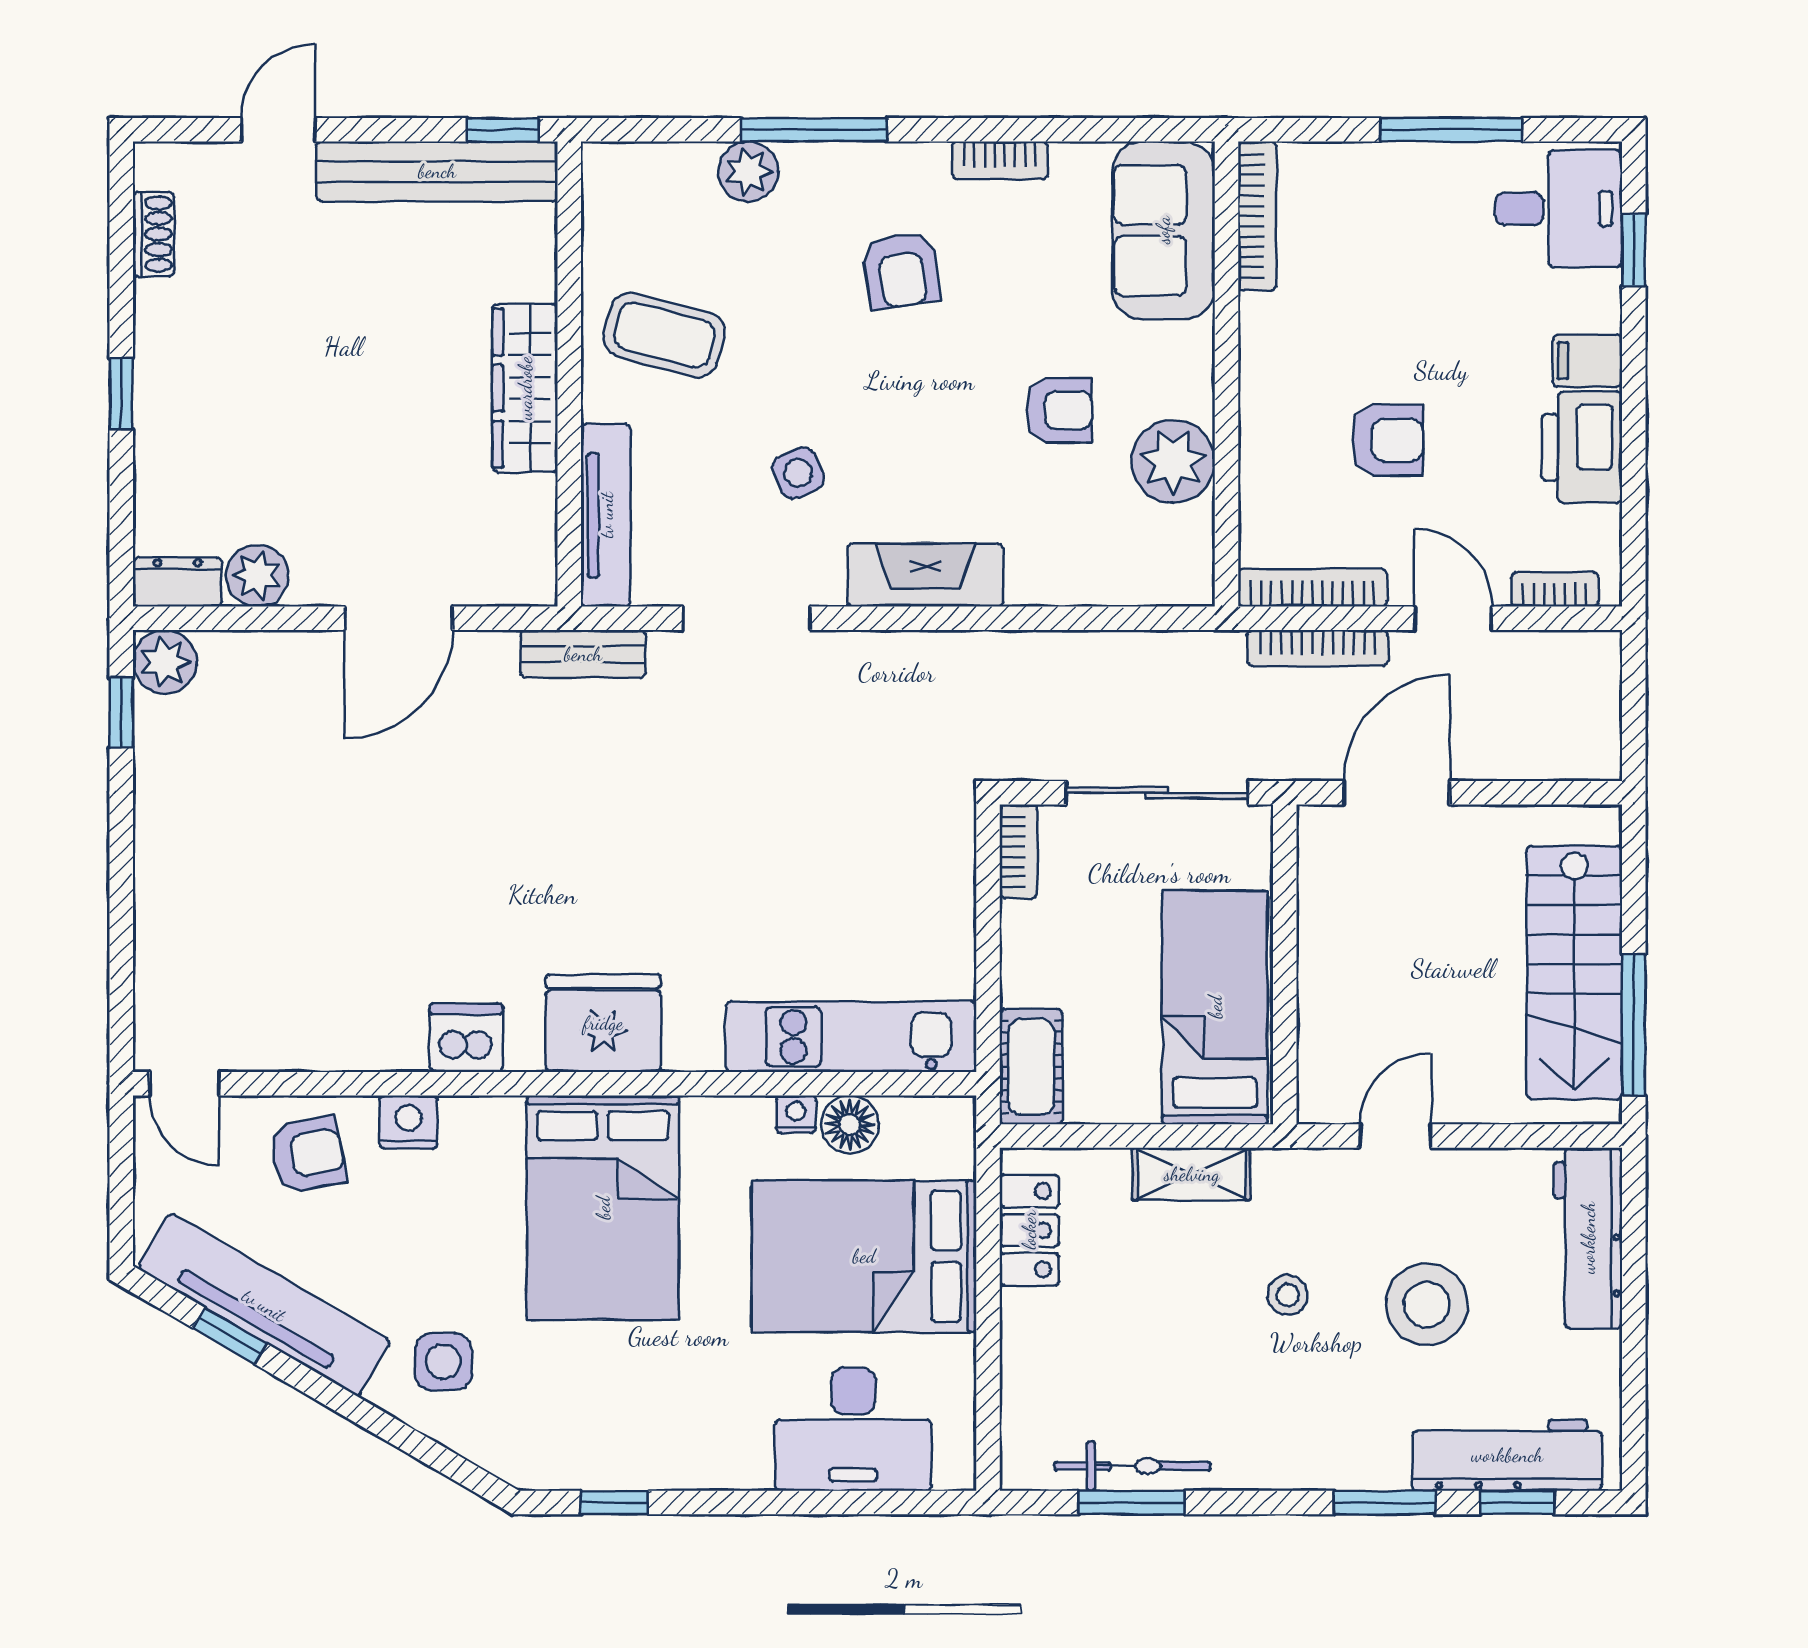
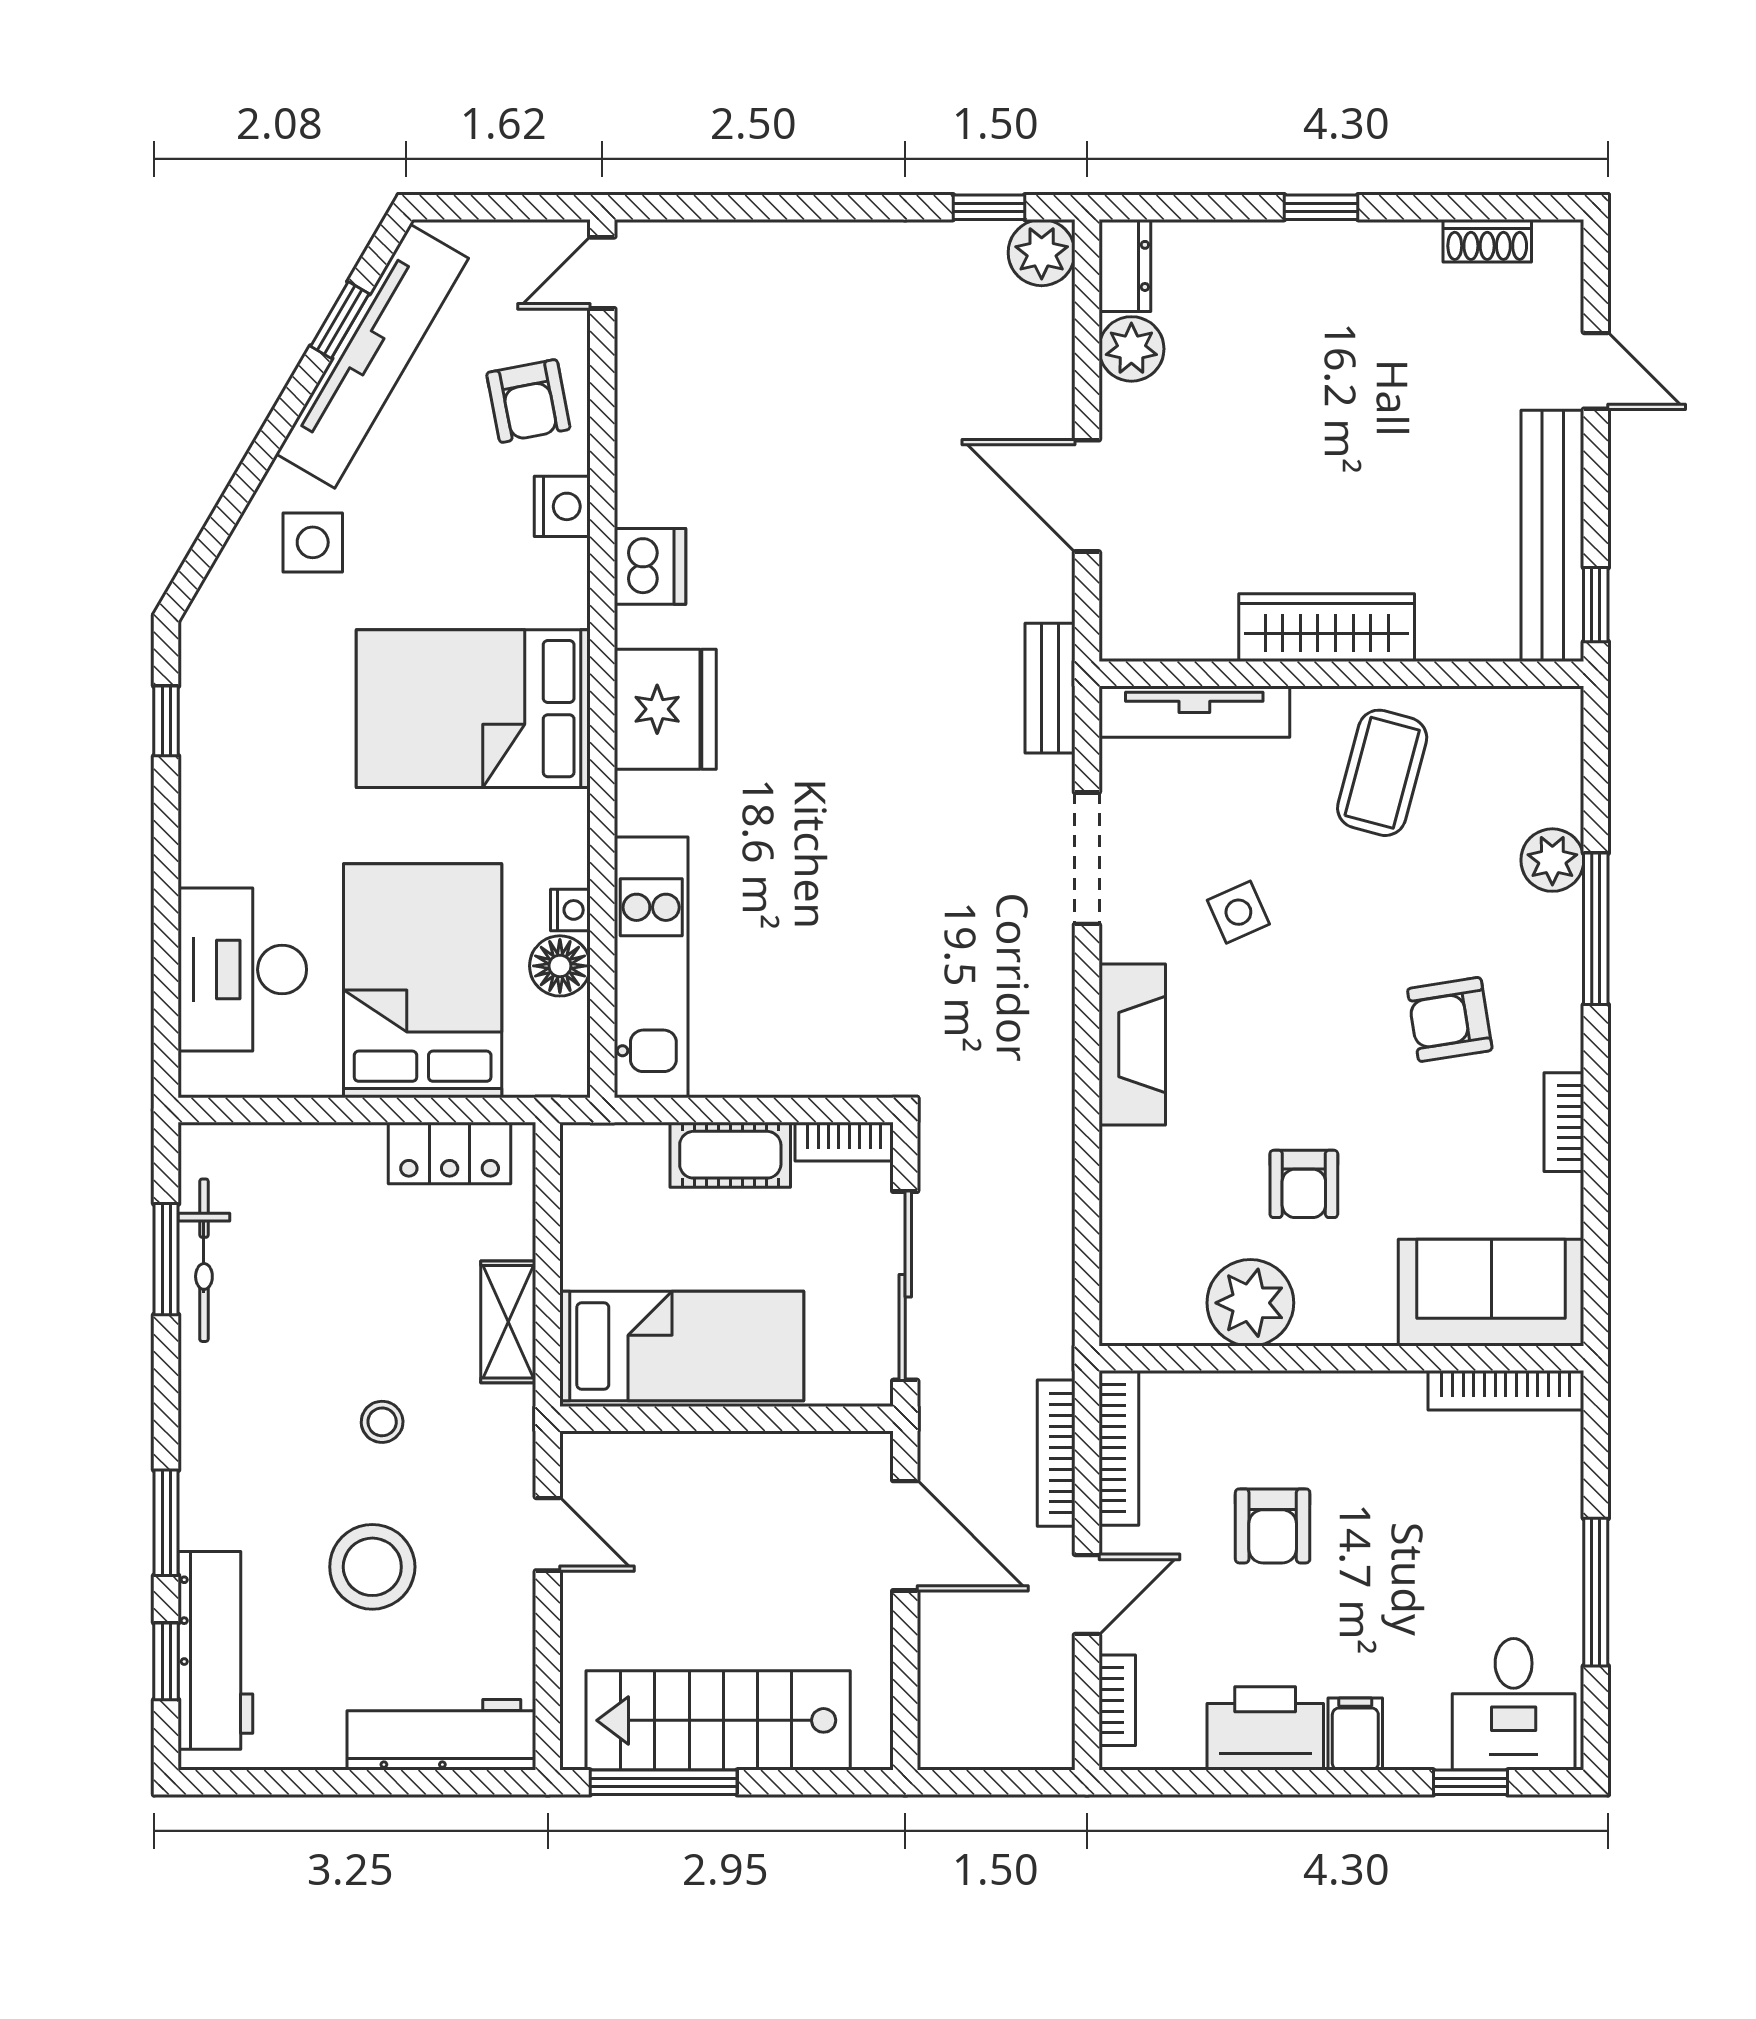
cot: (1031, 1067) -> (730, 1155), moved

